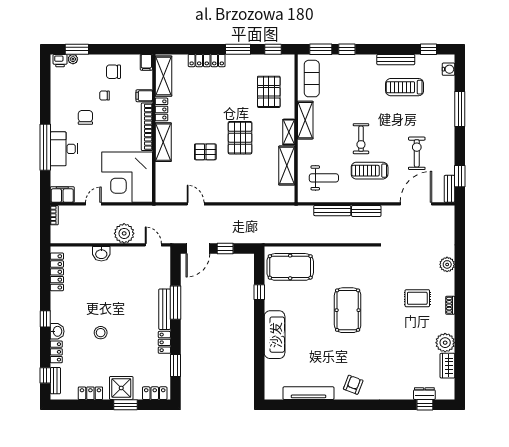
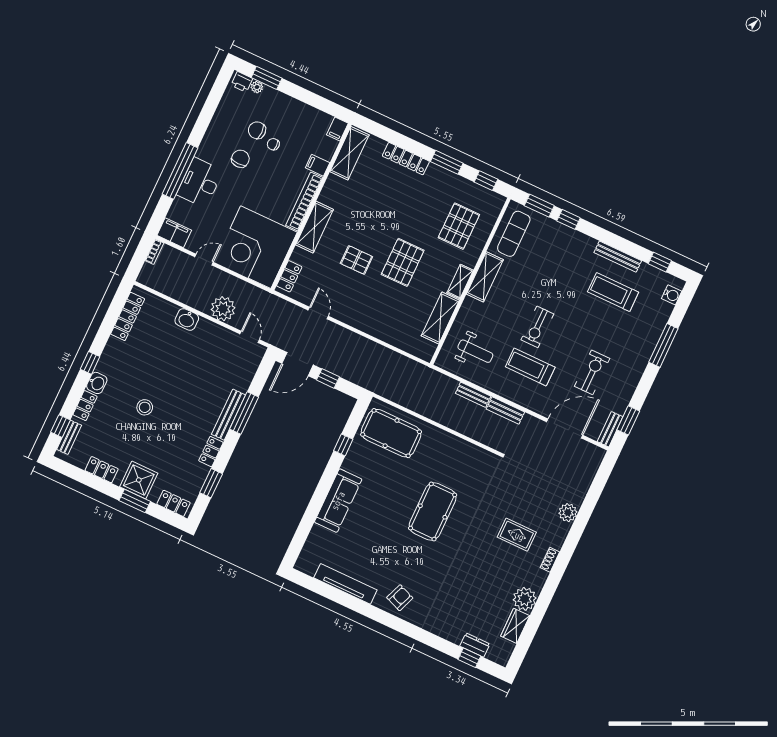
chair: (113, 72) -> (257, 130), moved
locker: (162, 109) -> (289, 276), moved
bench: (332, 211) -> (473, 395), width x0.73

